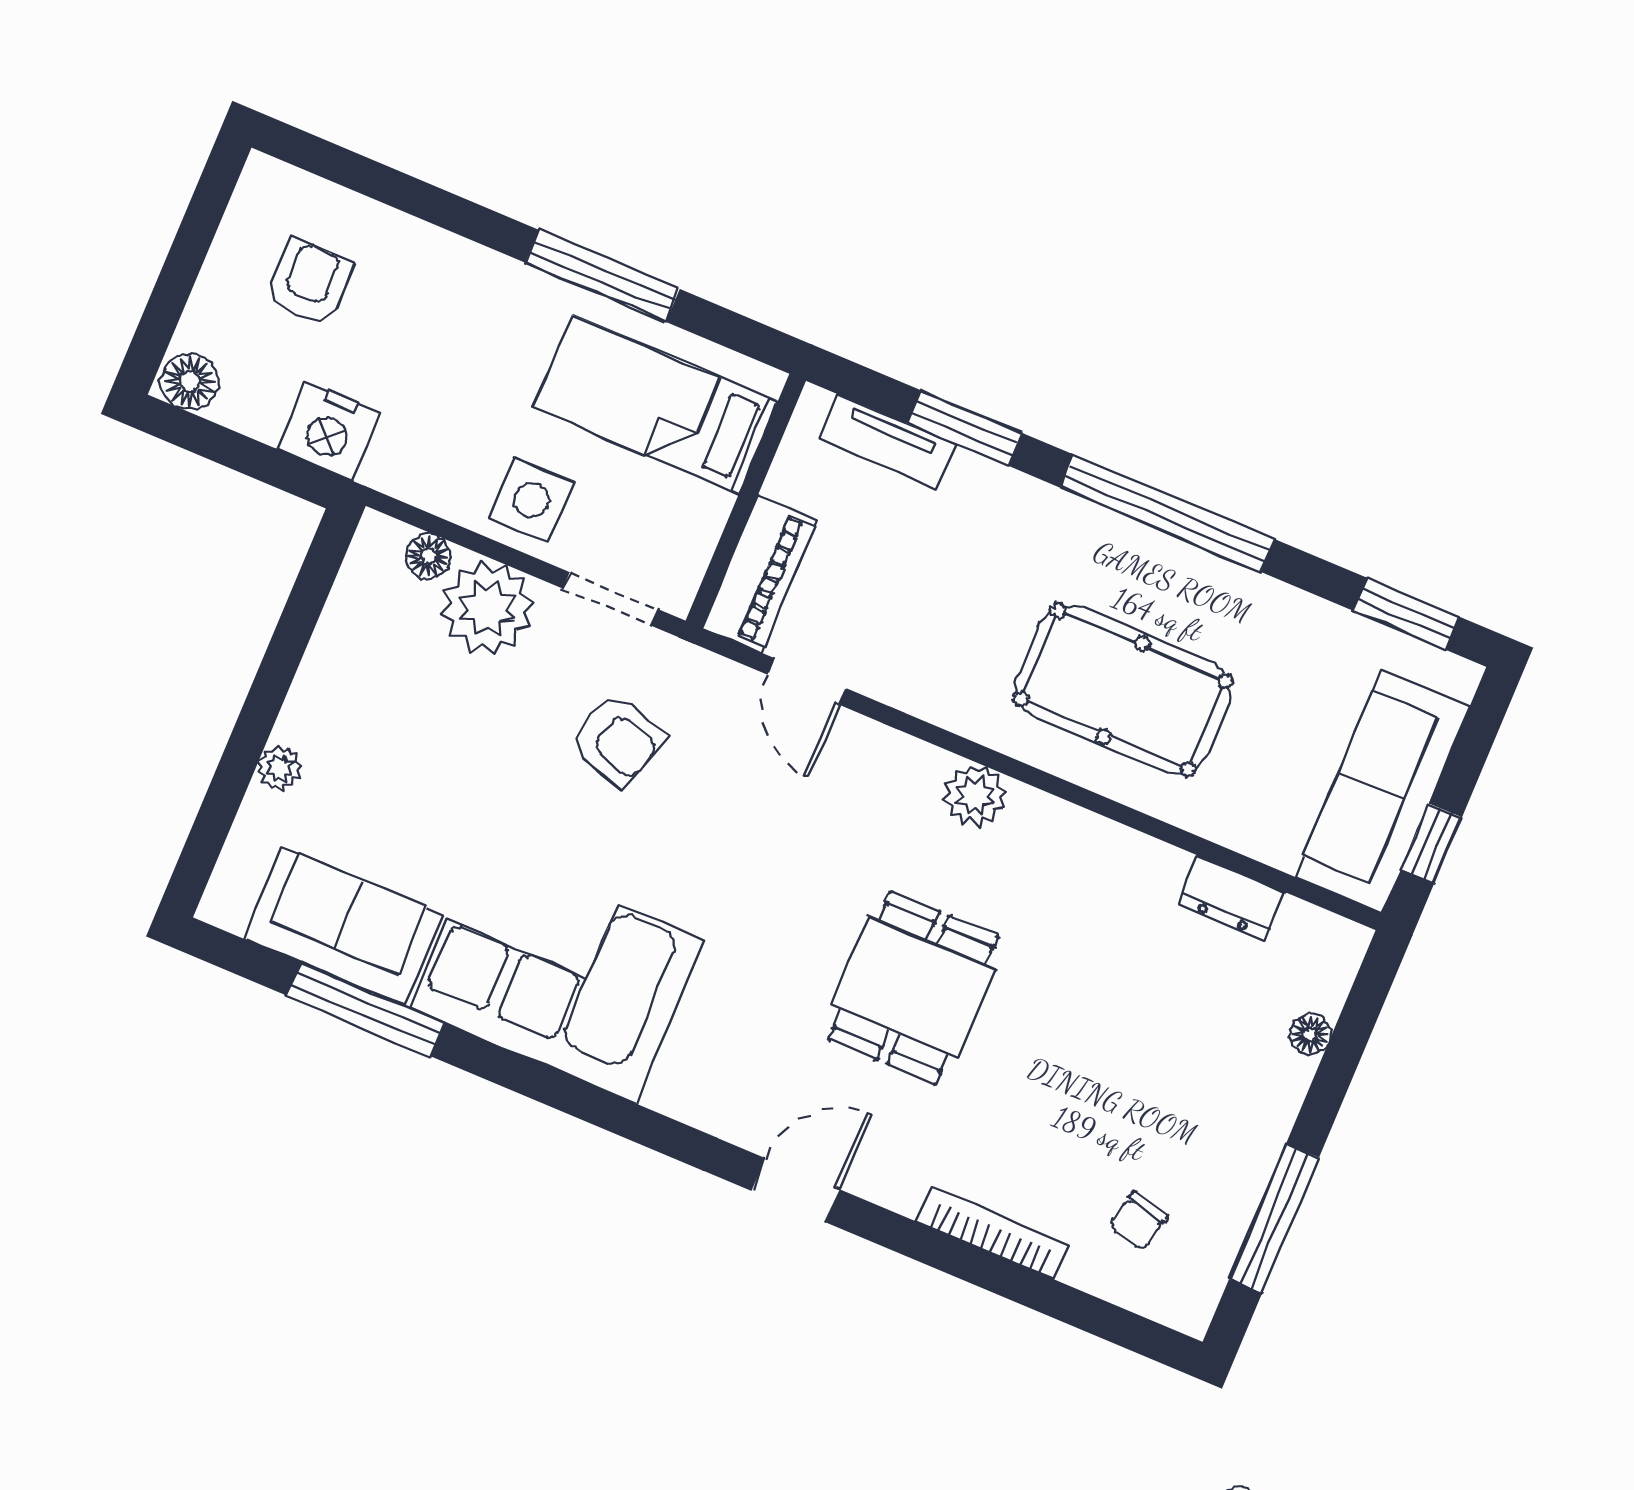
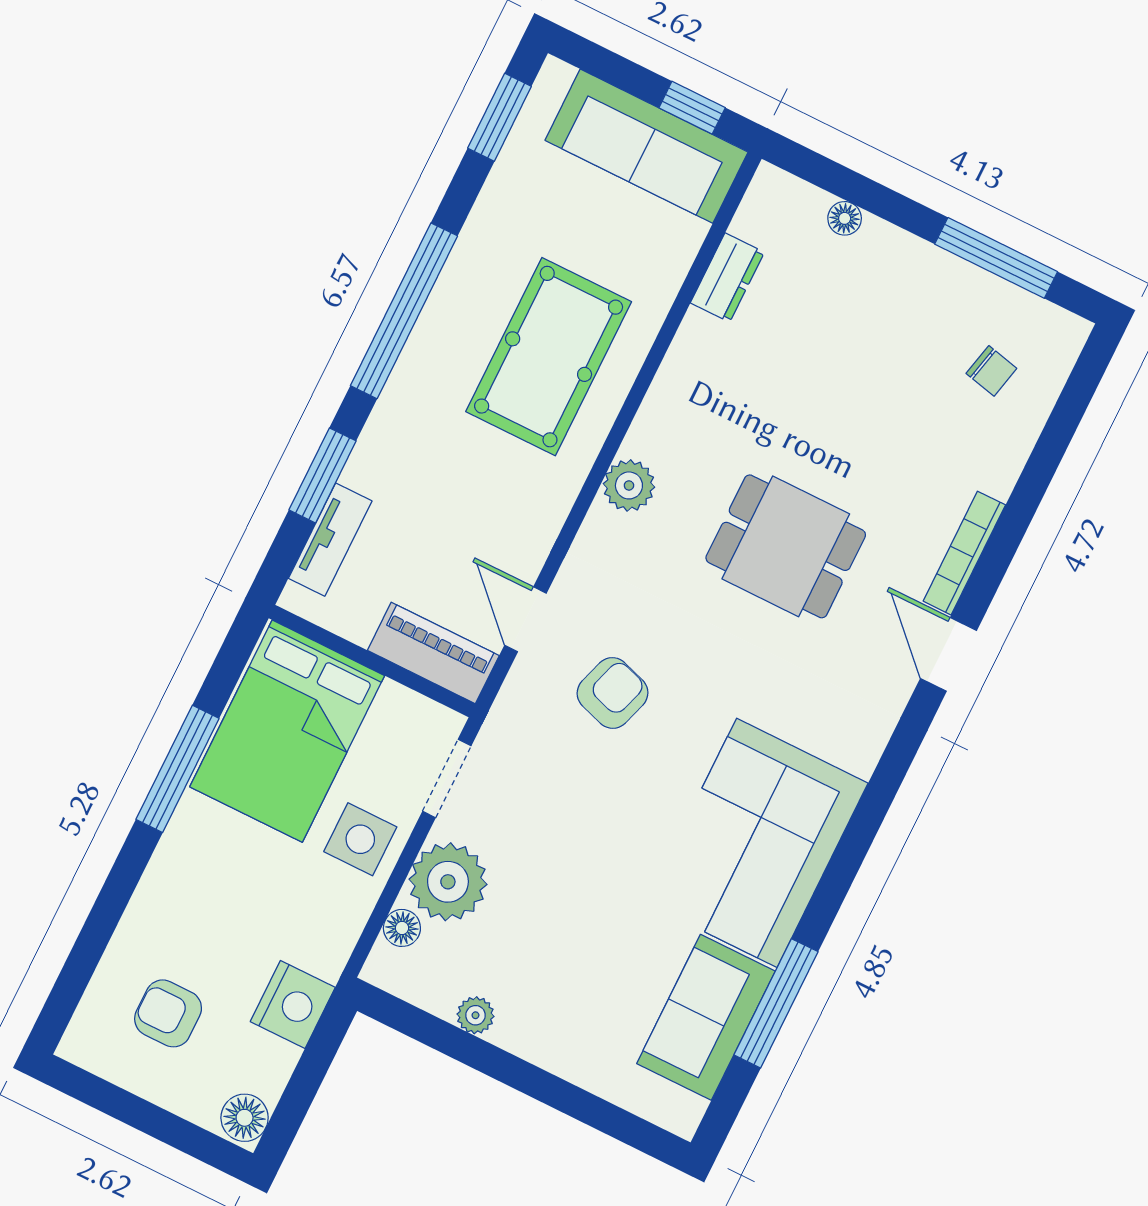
bed: (656, 404) -> (287, 731), width x1.50
door: (807, 682) -> (526, 619), swing flipped
armchair: (618, 740) -> (613, 693), moved
plant: (280, 768) -> (475, 1015), moved
bookcase: (992, 1233) -> (964, 553), moved

